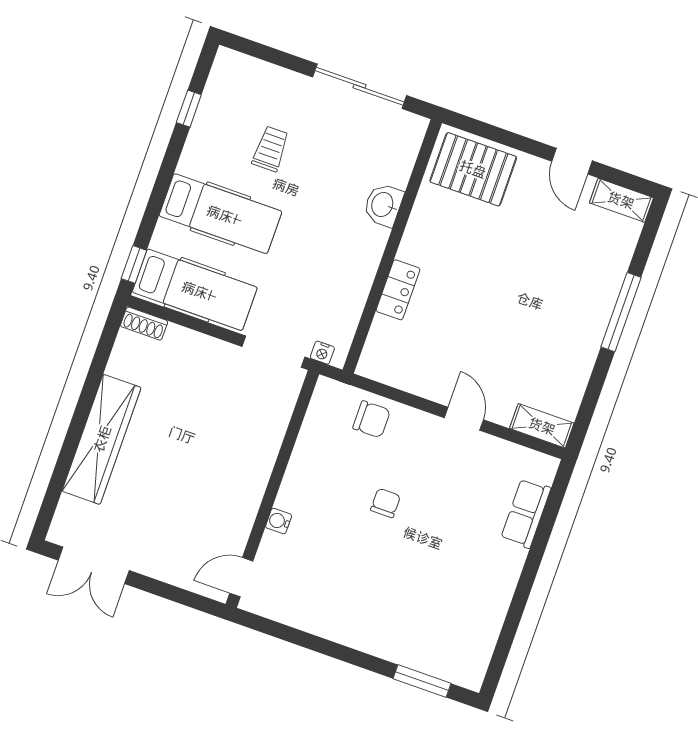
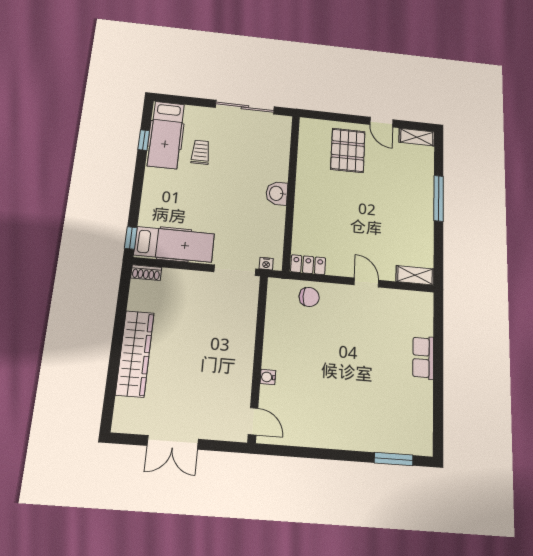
pallet: (473, 169) -> (348, 150), moved, turned 90
washbasin: (383, 205) -> (277, 193), moved
hospital bed: (220, 214) -> (166, 135), moved, turned 90
locker: (398, 290) -> (308, 265), moved, turned -90
chair: (386, 503) -> (334, 347), removed
row of seats: (526, 513) -> (423, 357), moved
double door: (94, 565) -> (173, 442), moved
door: (241, 577) -> (253, 421), swing flipped

